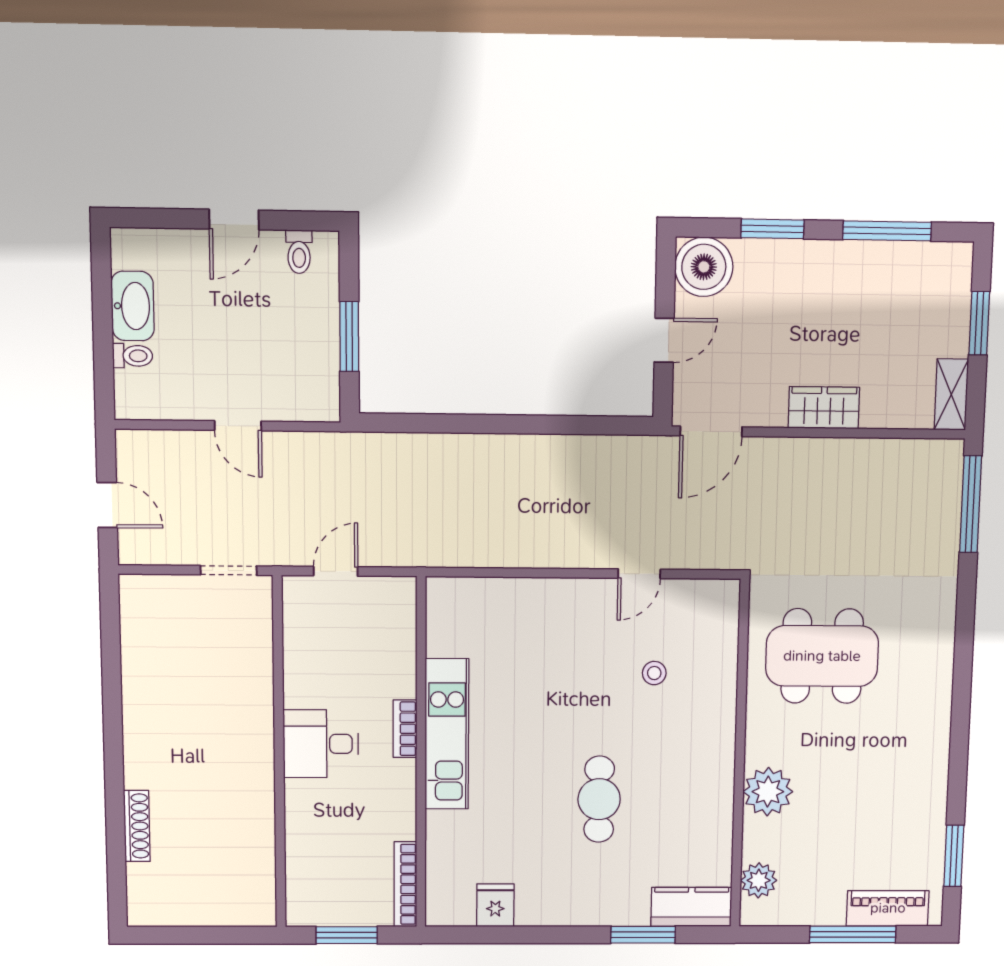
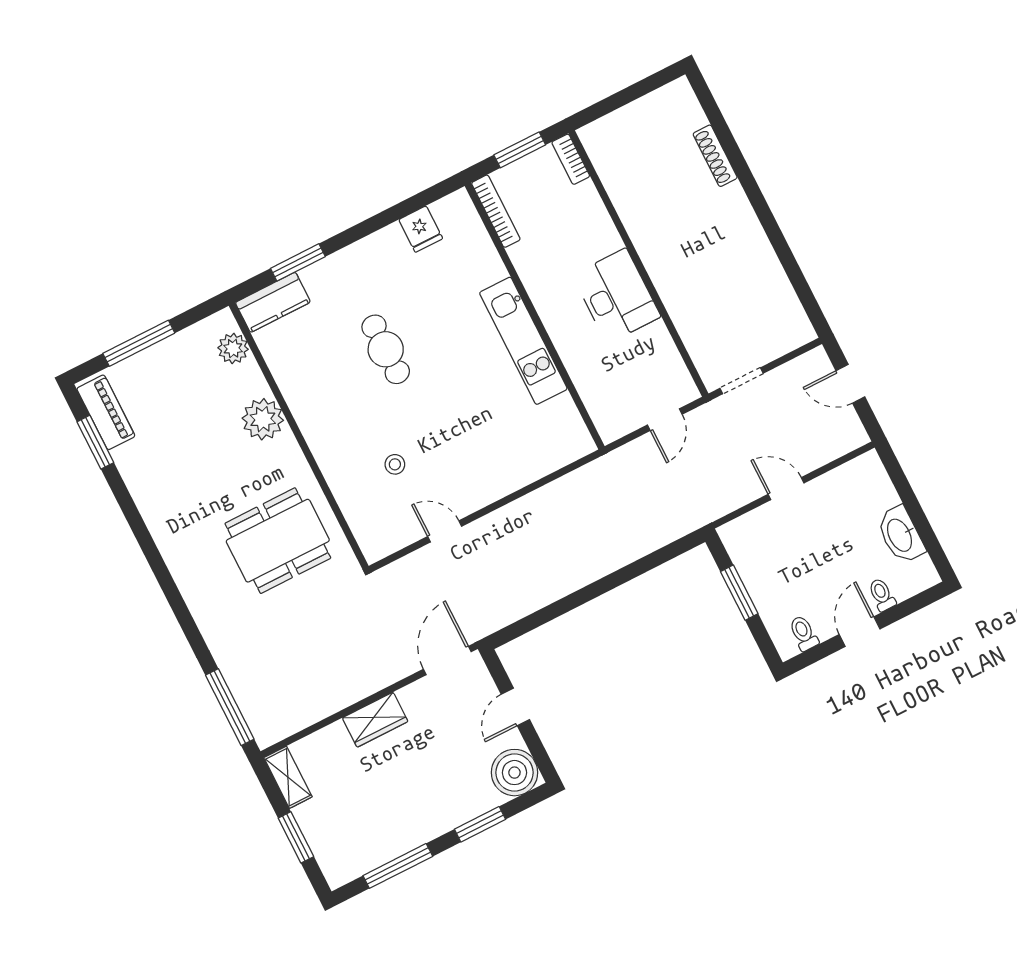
toilet: (133, 356) -> (882, 595), moved, turned 90
door: (639, 574) -> (445, 531), hinge flipped
bookcase: (405, 729) -> (571, 159), moved, turned 180
desk: (321, 744) -> (617, 296), width x1.37
piano: (888, 908) -> (106, 412), moved, turned -90

